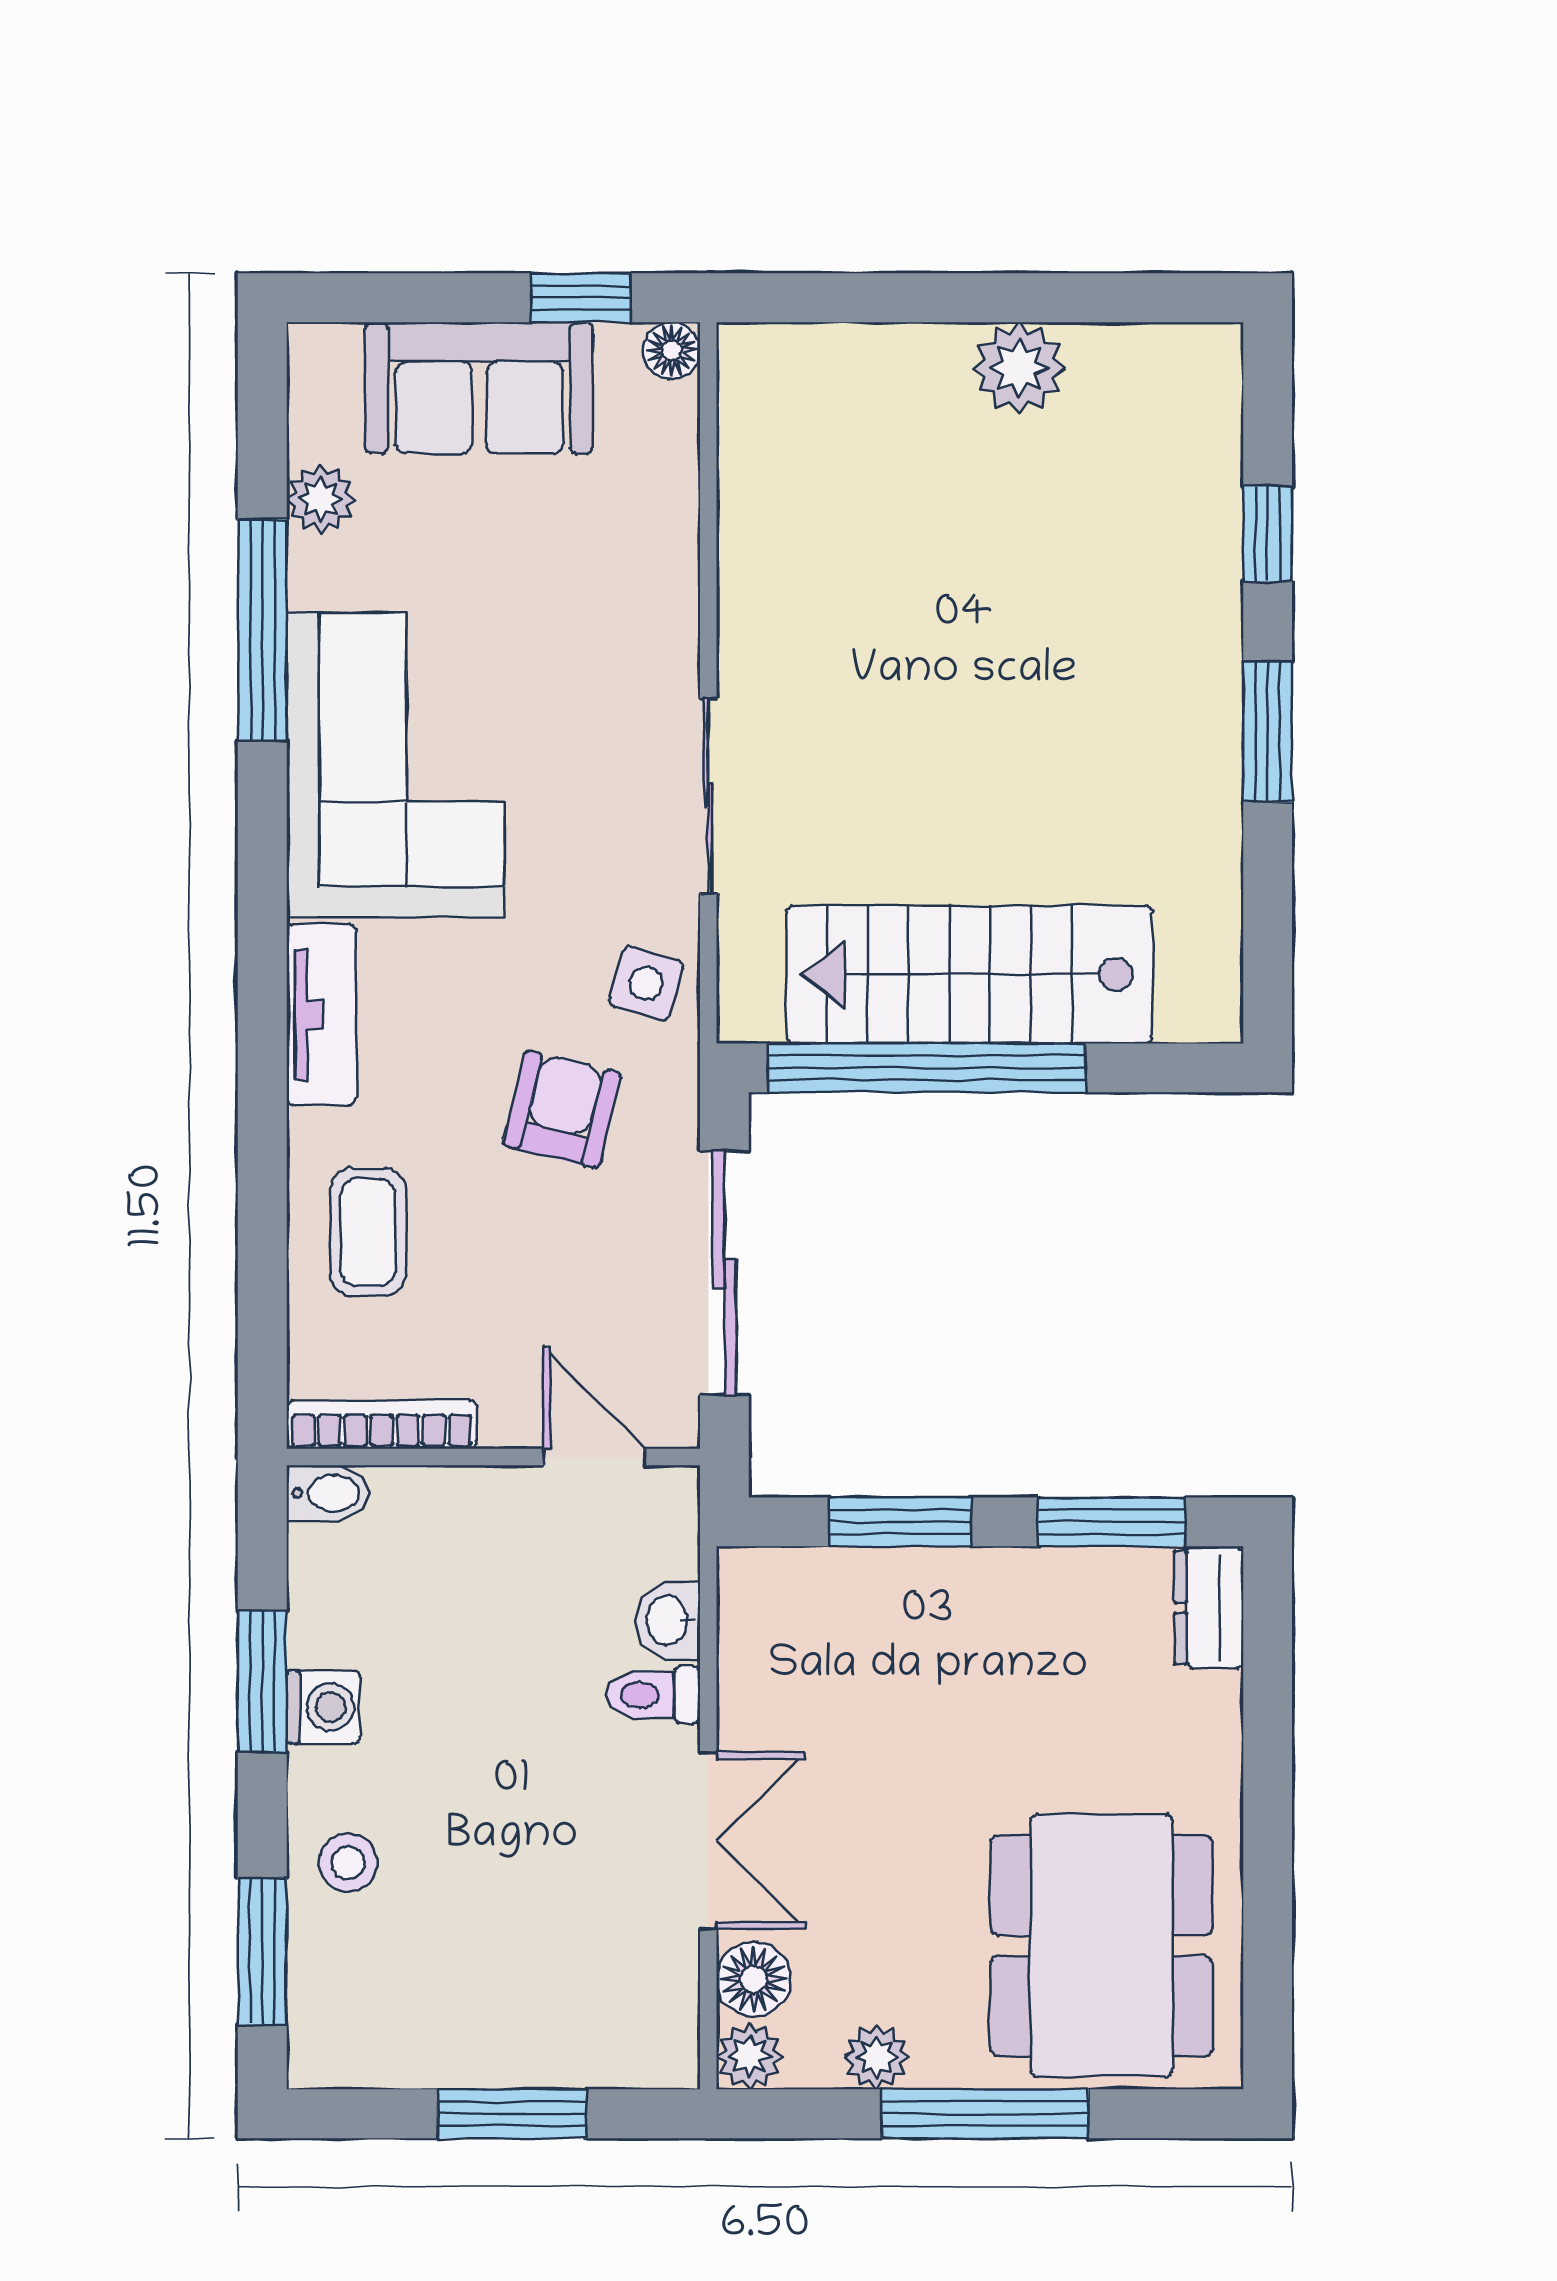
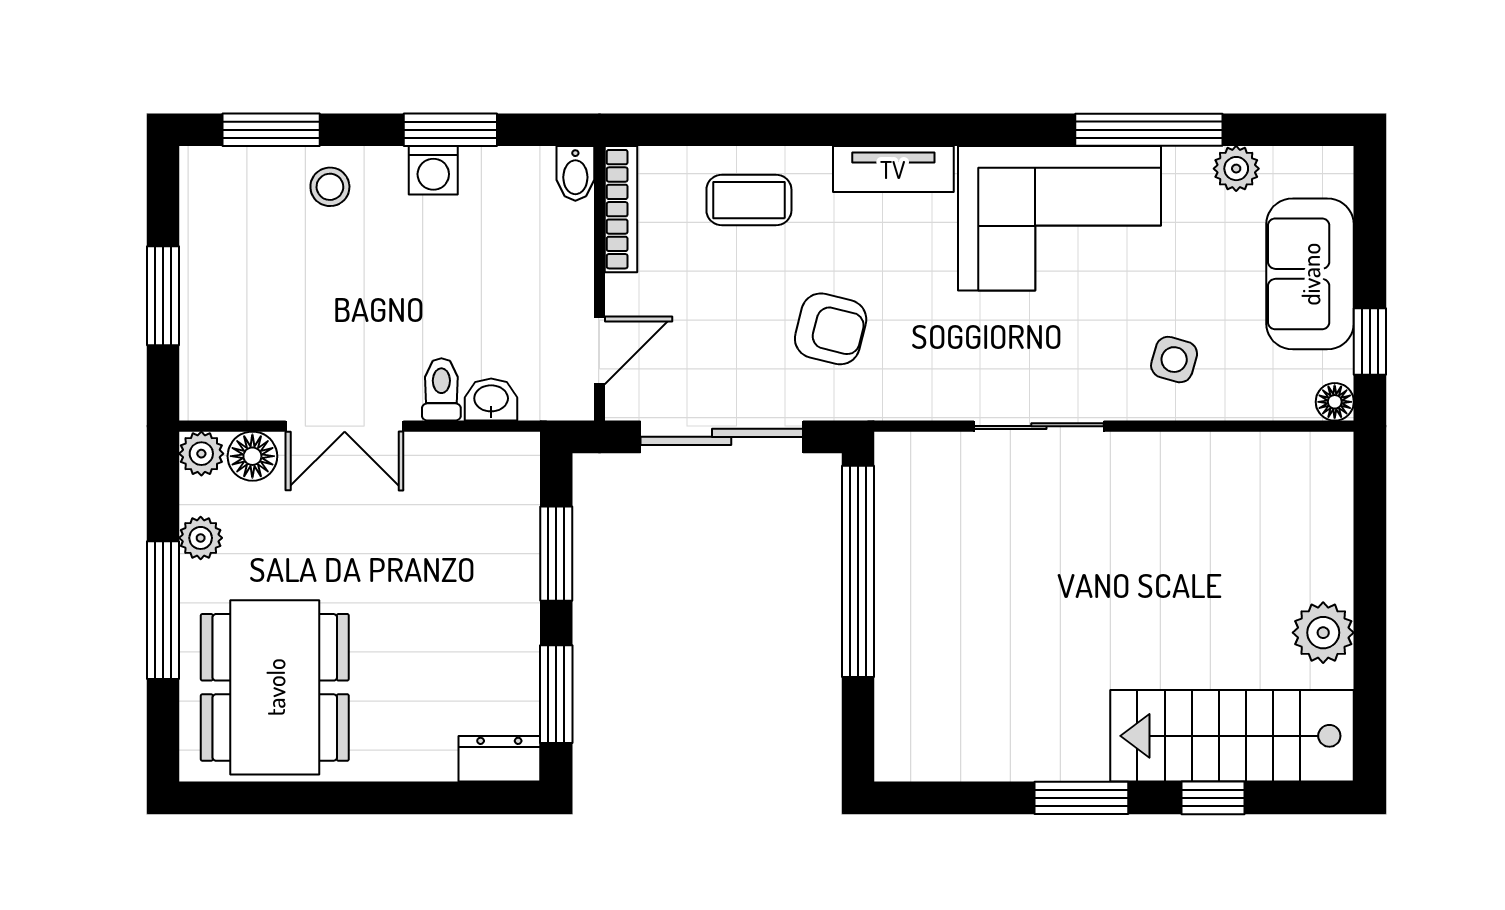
stairs: (969, 975) -> (1232, 736), moved, turned -90
side table: (646, 983) -> (1174, 360), moved
dining table: (1101, 1946) -> (275, 687), turned 90

